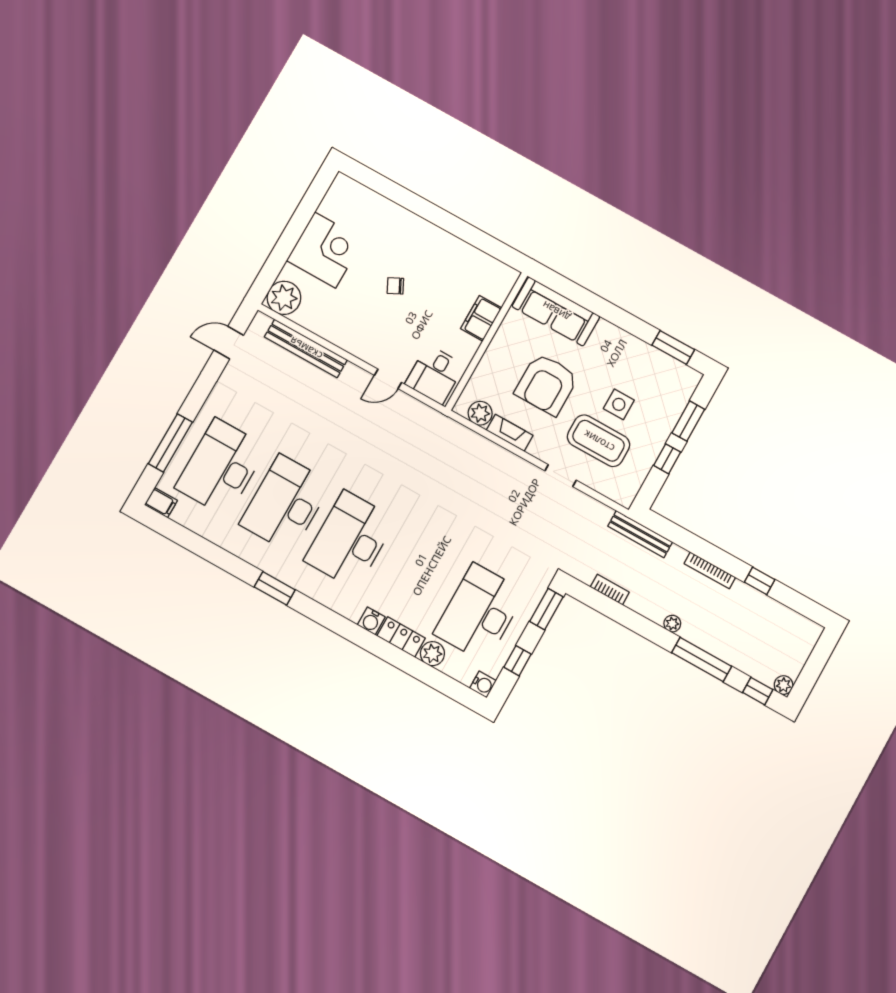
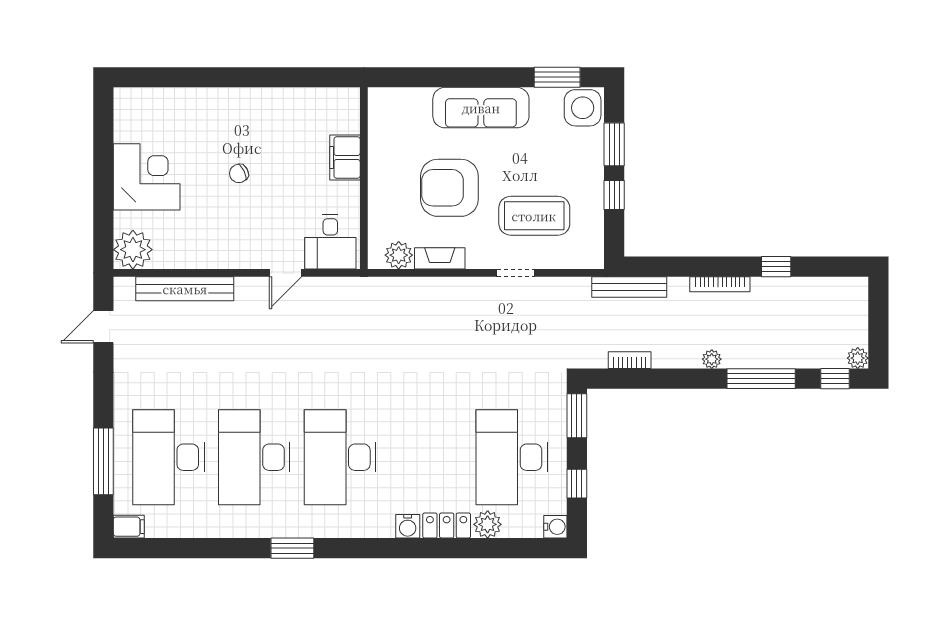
sofa: (556, 311) -> (481, 108), moved
armchair: (547, 384) -> (449, 188), turned 90
side table: (619, 404) -> (583, 108), moved, width x1.37, depth x1.37

